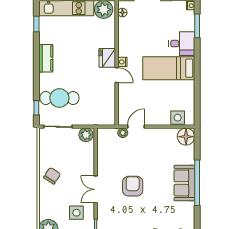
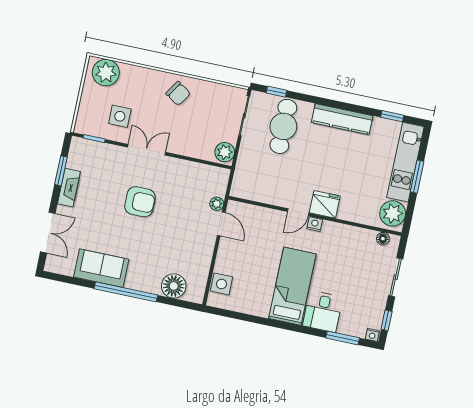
kitchen counter: (46, 58) -> (342, 119), width x1.50
floor lamp: (186, 137) -> (174, 286), moved
sofa: (184, 183) -> (101, 268), moved

